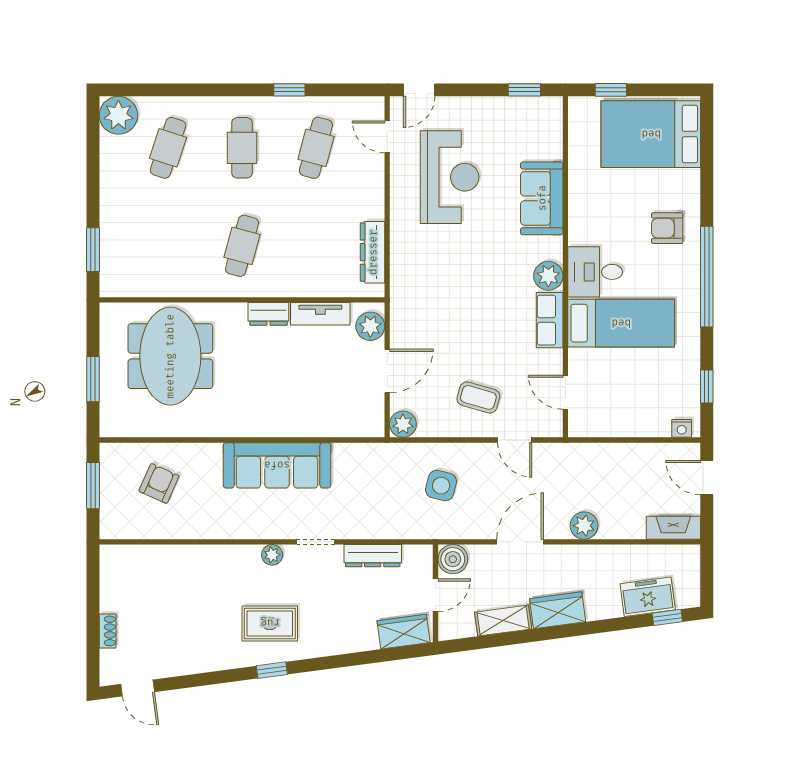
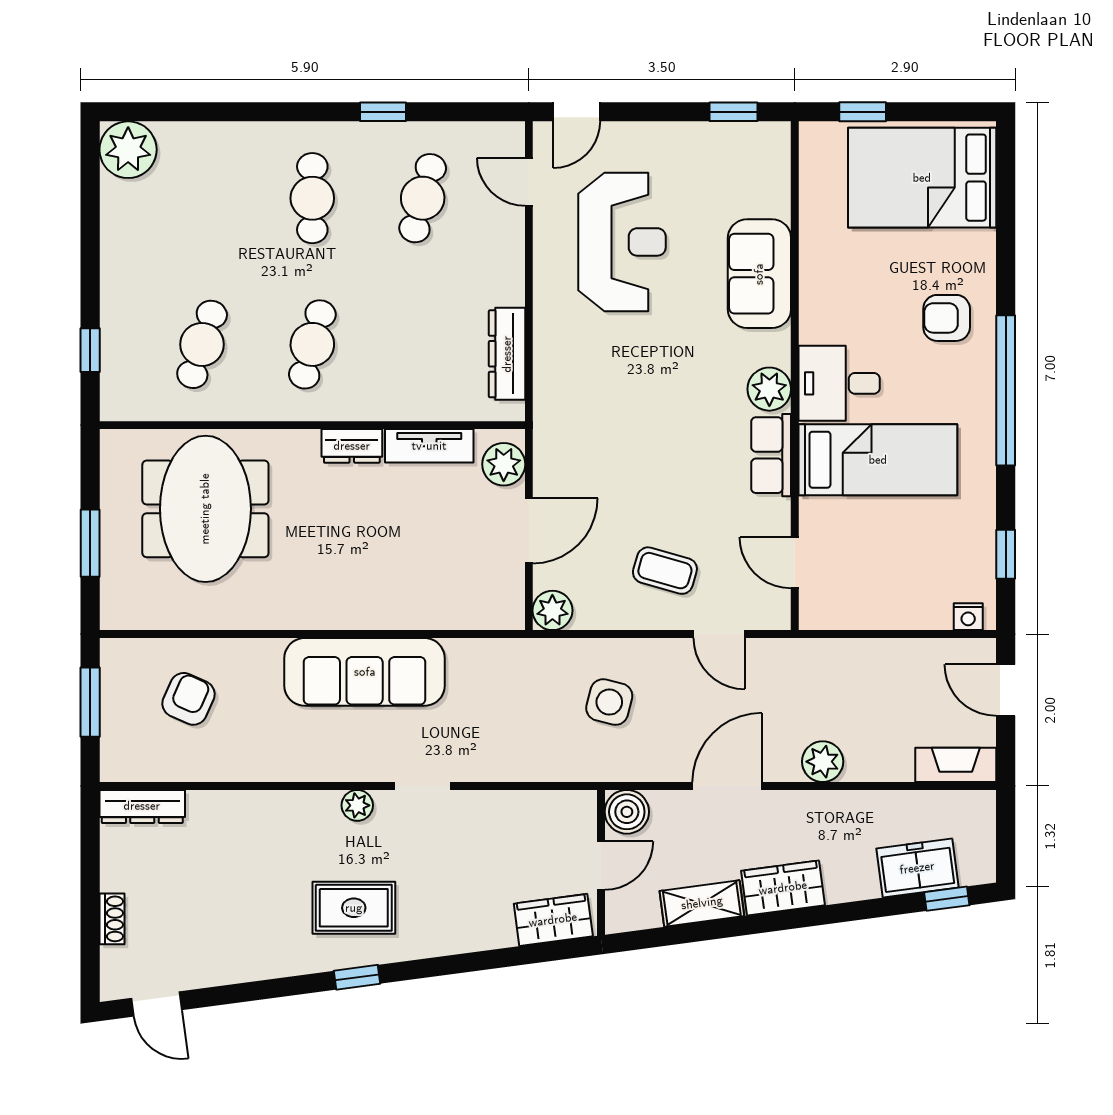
cafe table: (168, 148) -> (202, 344), moved
window: (93, 250) -> (90, 350), width x0.67
dresser: (373, 556) -> (142, 806), moved

